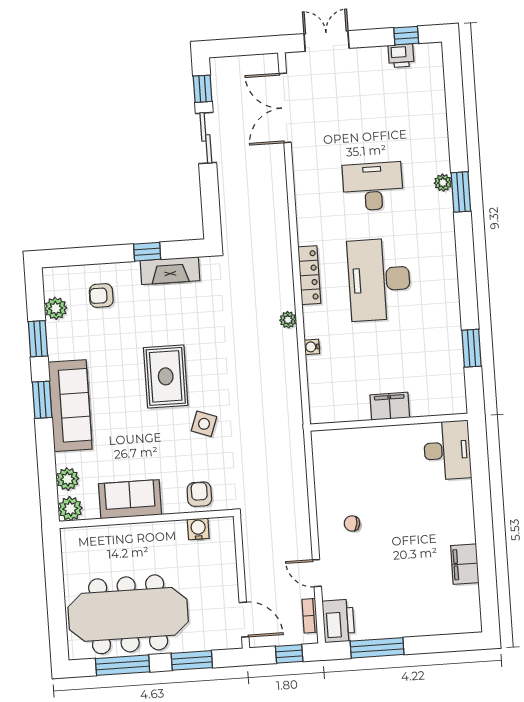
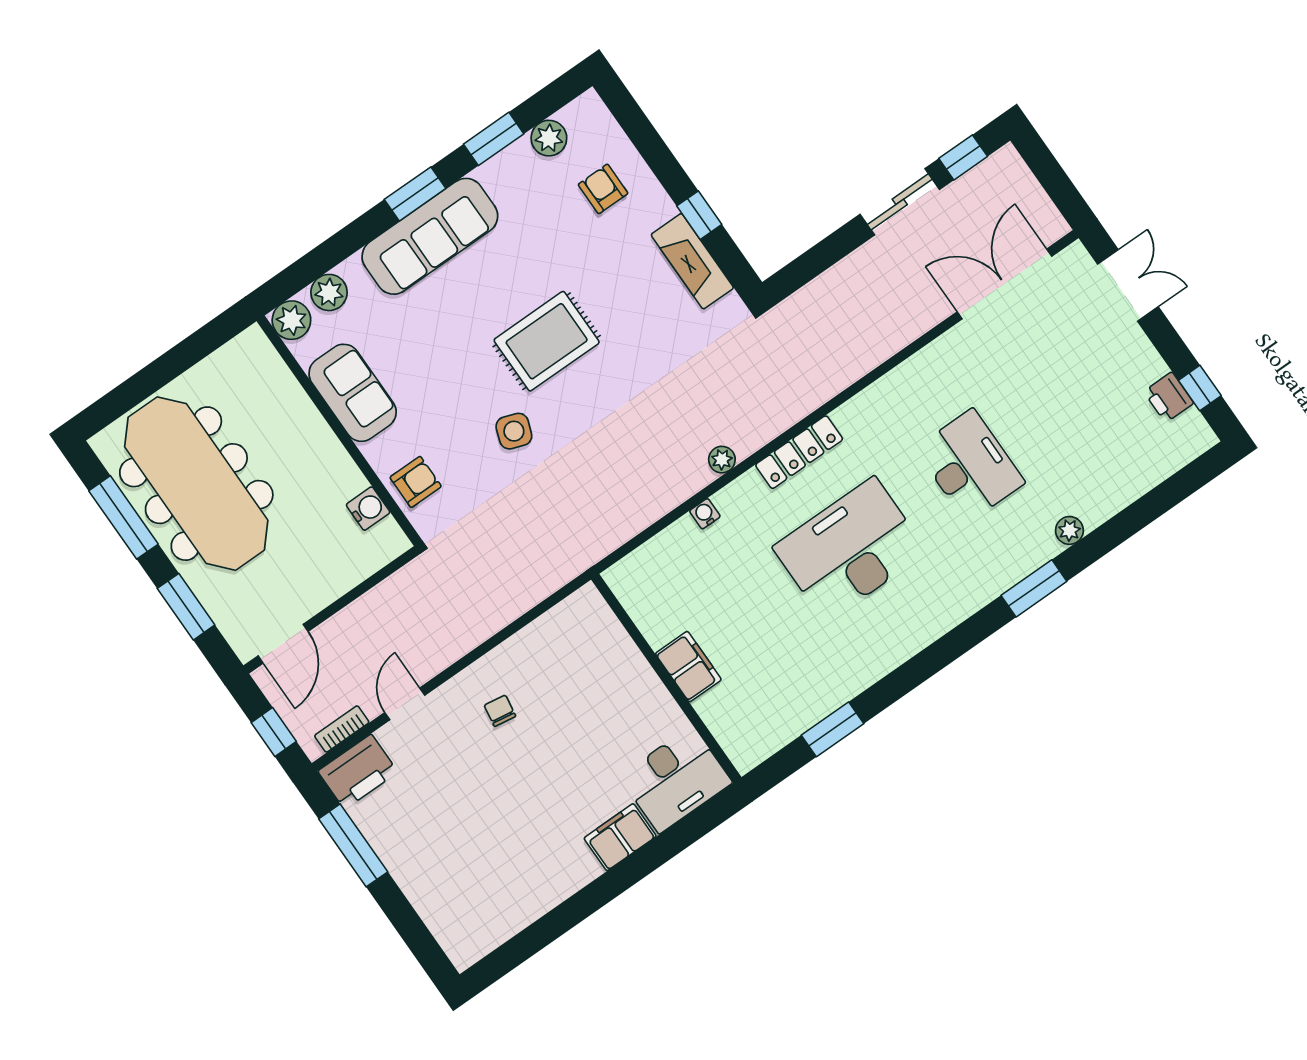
plant: (443, 183) -> (1069, 530), moved
filing cabinet: (465, 564) -> (620, 837), moved

